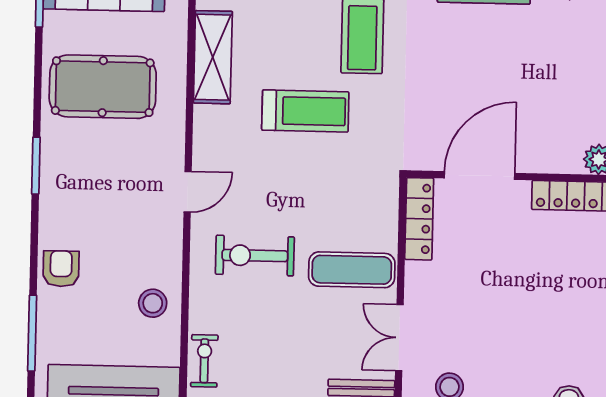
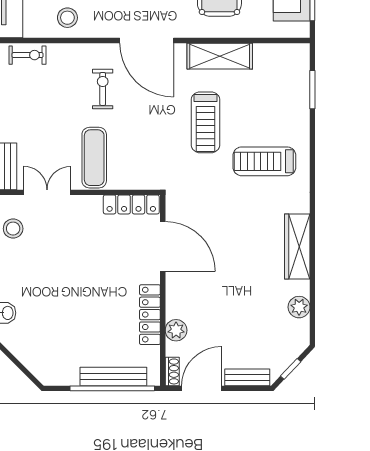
shelving: (213, 57) -> (220, 56), moved
door: (188, 192) -> (147, 41), width x1.88
exercise bike: (255, 256) -> (103, 89), width x0.73, depth x0.72

